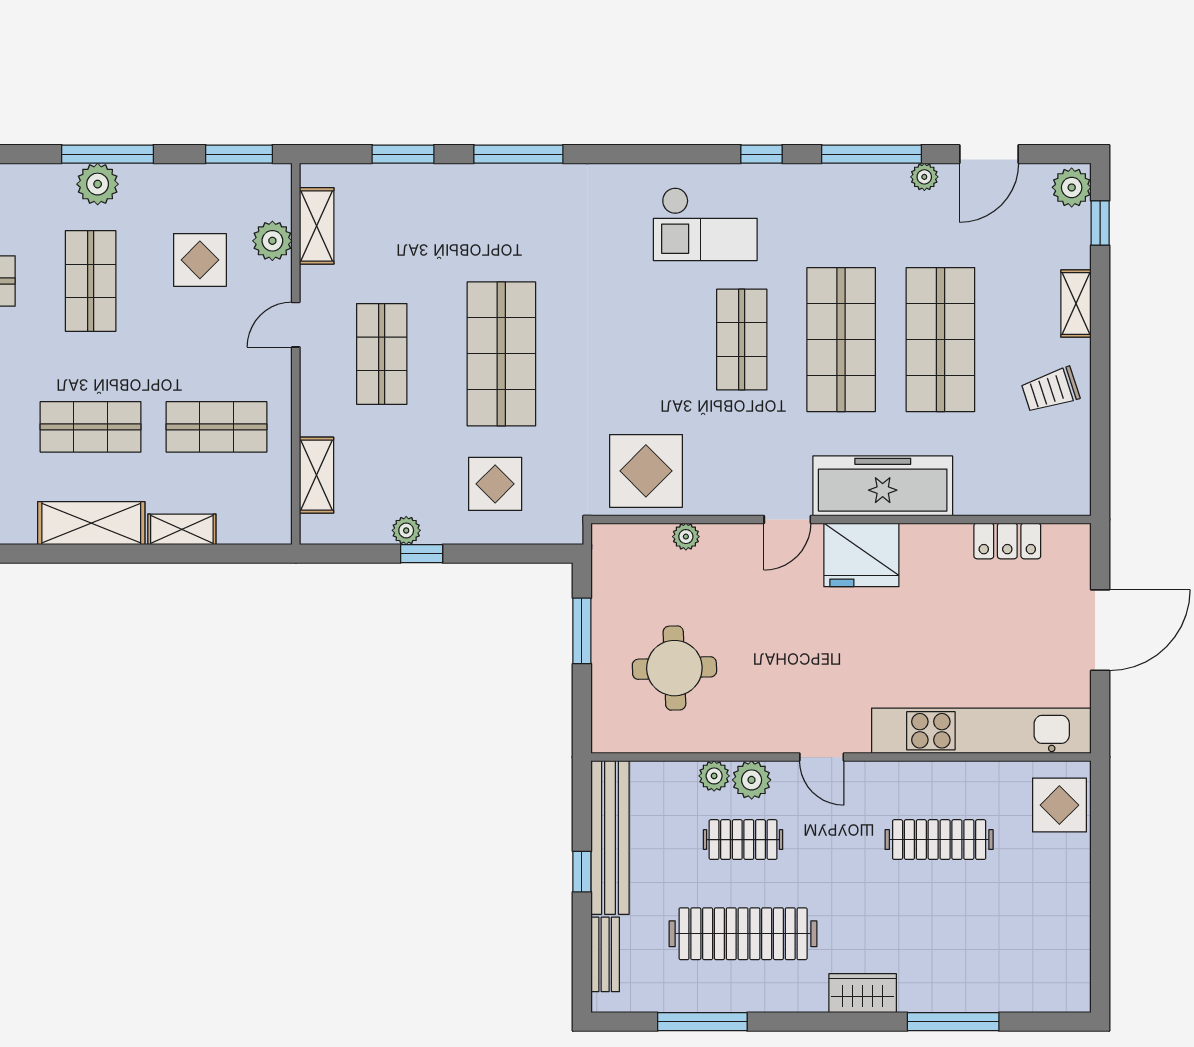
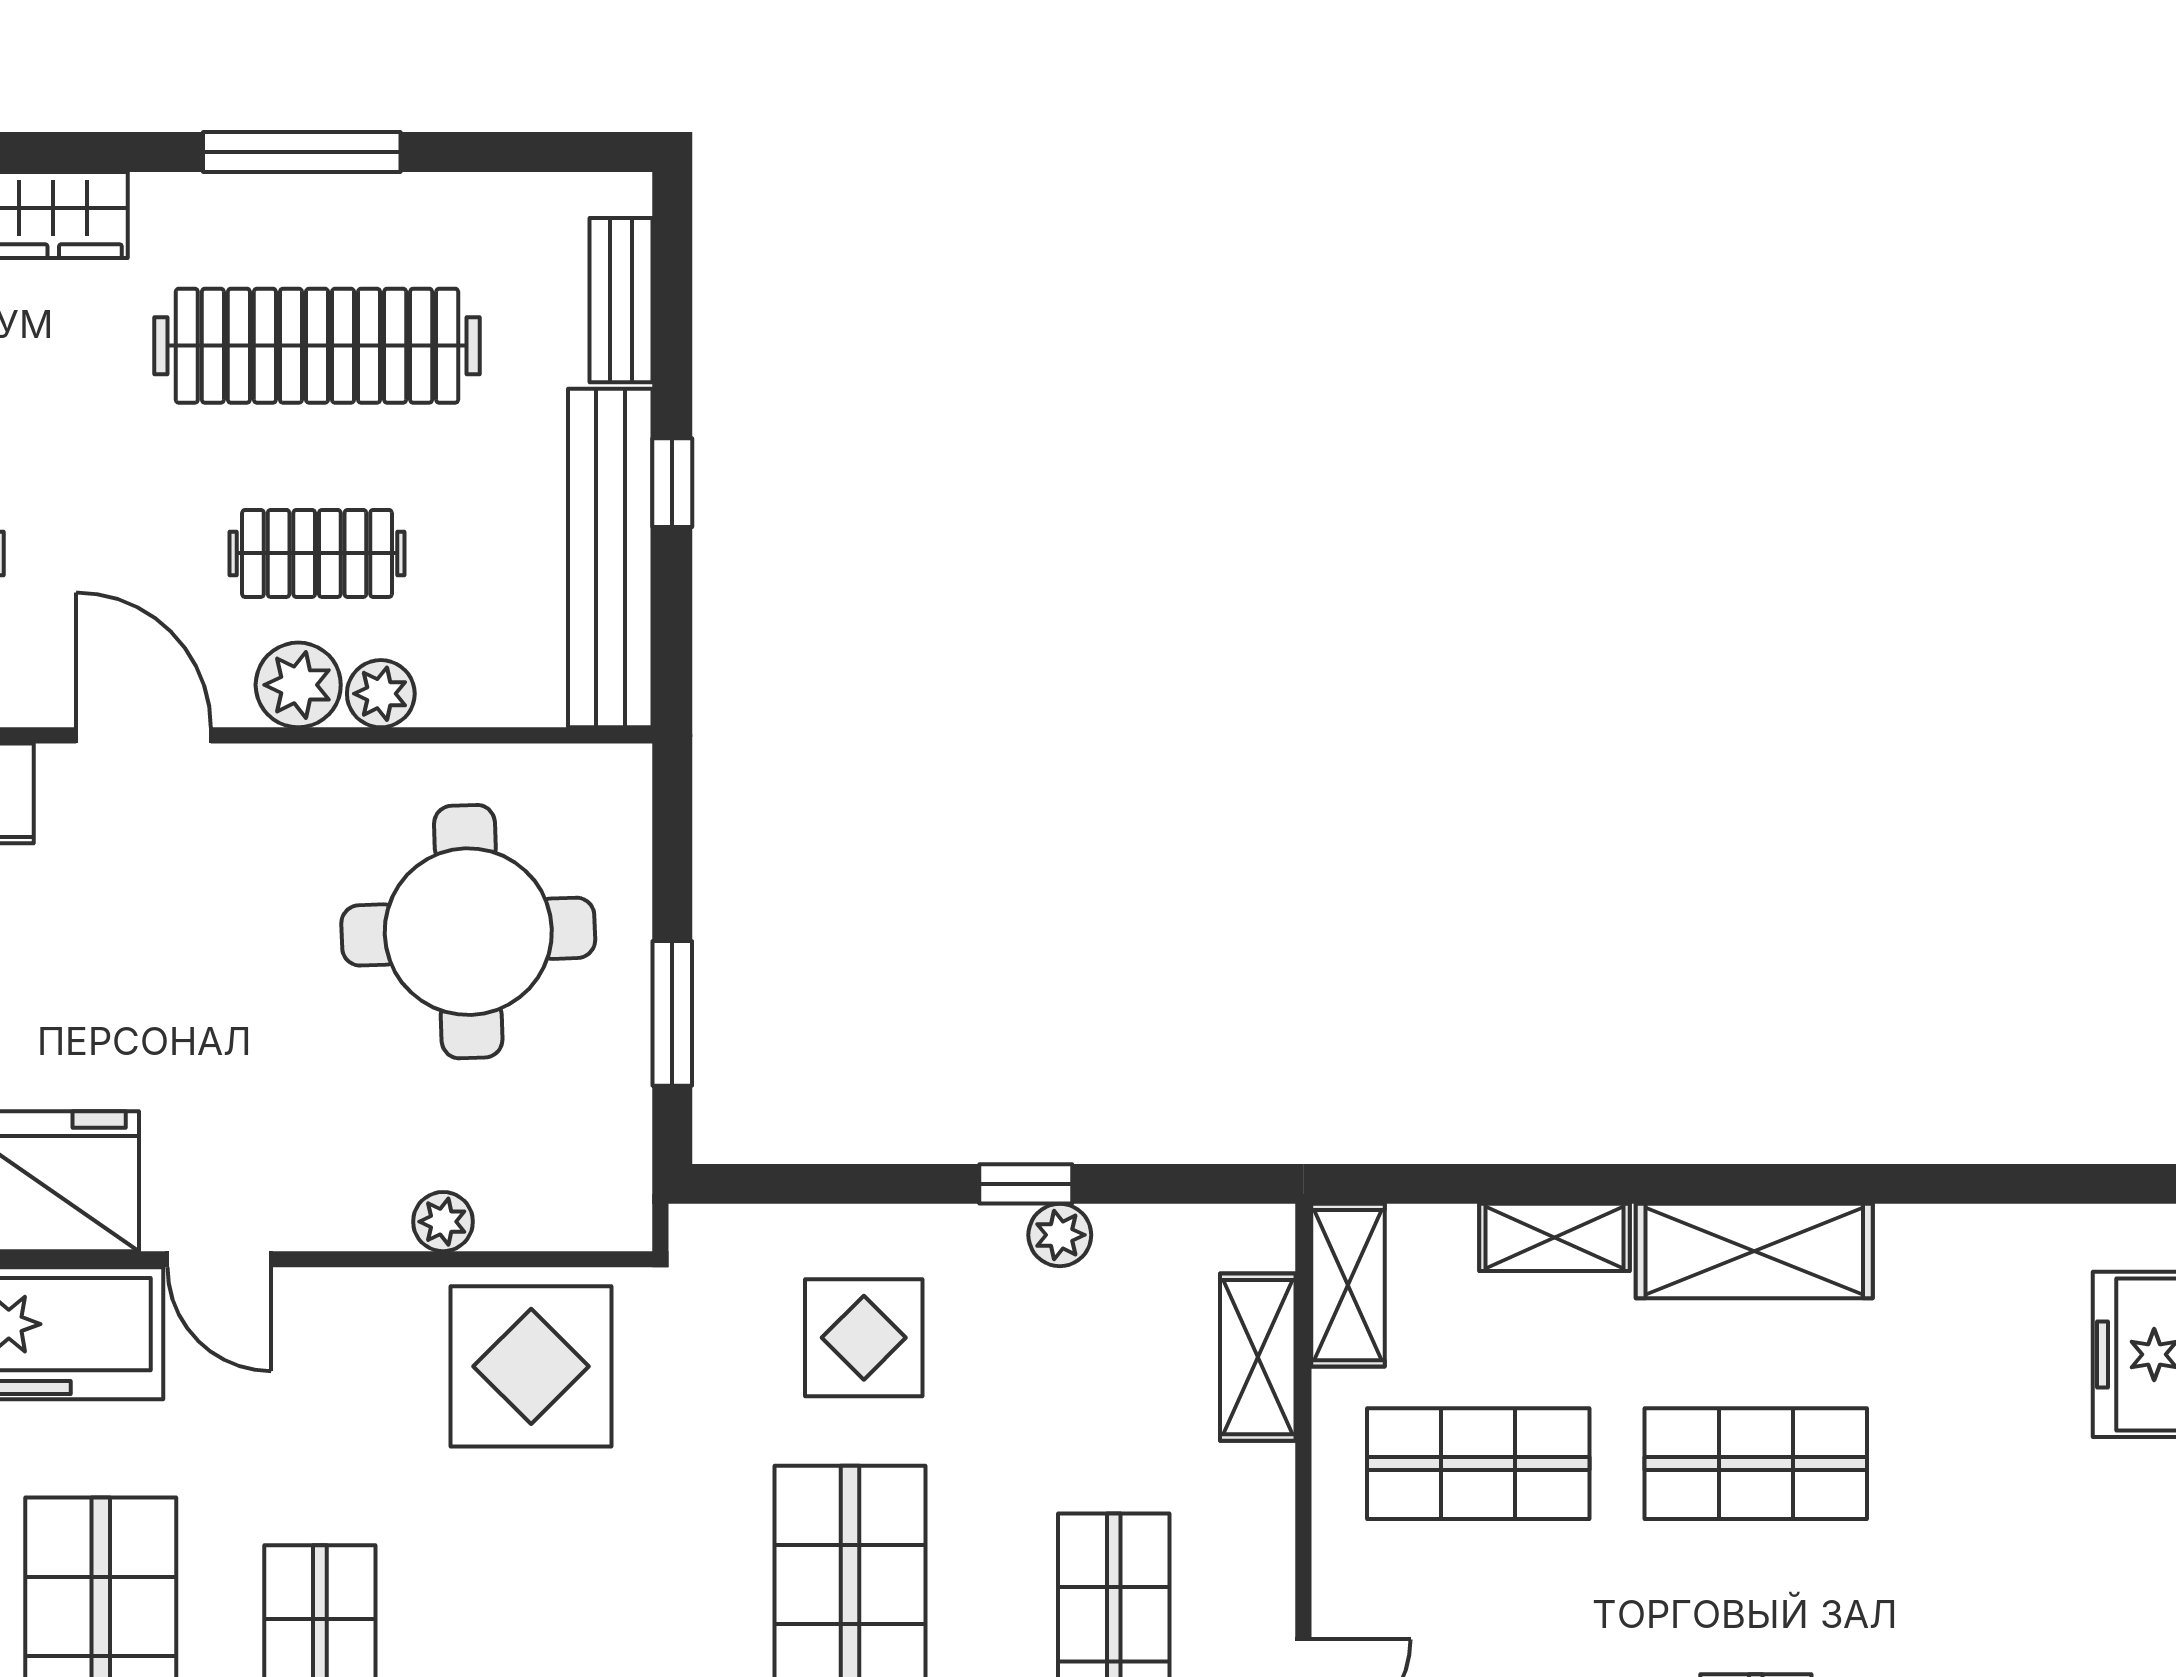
shelving: (276, 508) -> (1348, 1285), added
door: (787, 519) -> (219, 1259), swing flipped
round table: (674, 668) -> (468, 932), width x1.36, depth x1.36
door: (822, 757) -> (144, 735), width x1.38
window: (702, 1022) -> (302, 152), moved

